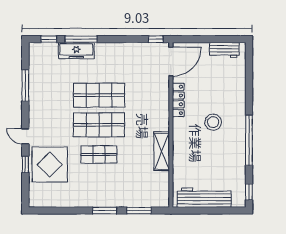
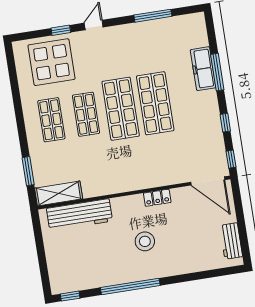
window: (49, 39) -> (225, 123), moved
locker: (178, 100) -> (157, 198), width x0.66
shelving: (162, 151) -> (59, 193), moved
display table: (50, 165) -> (51, 62), moved
shop shelf: (99, 184) -> (51, 120), added
workbench: (204, 198) -> (79, 215), moved, turned 90
window: (105, 211) -> (22, 131), removed

